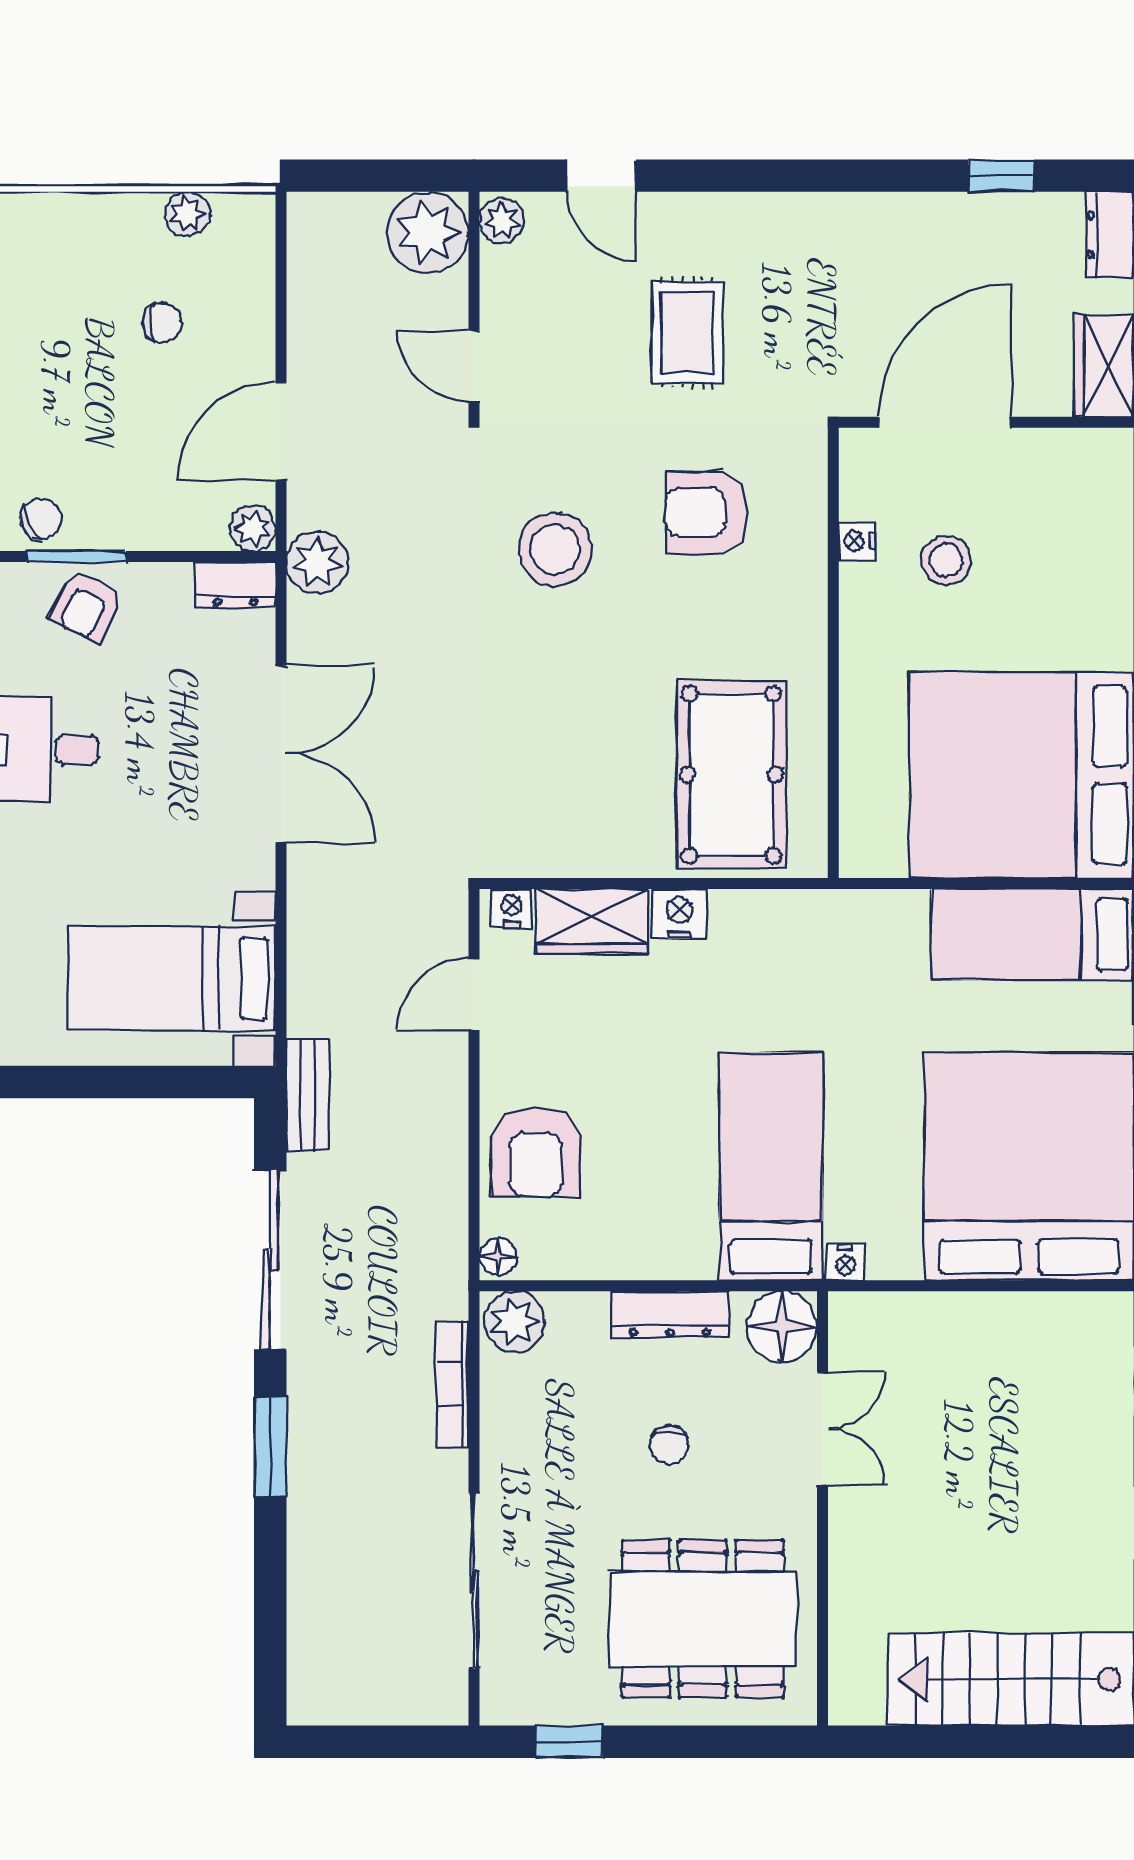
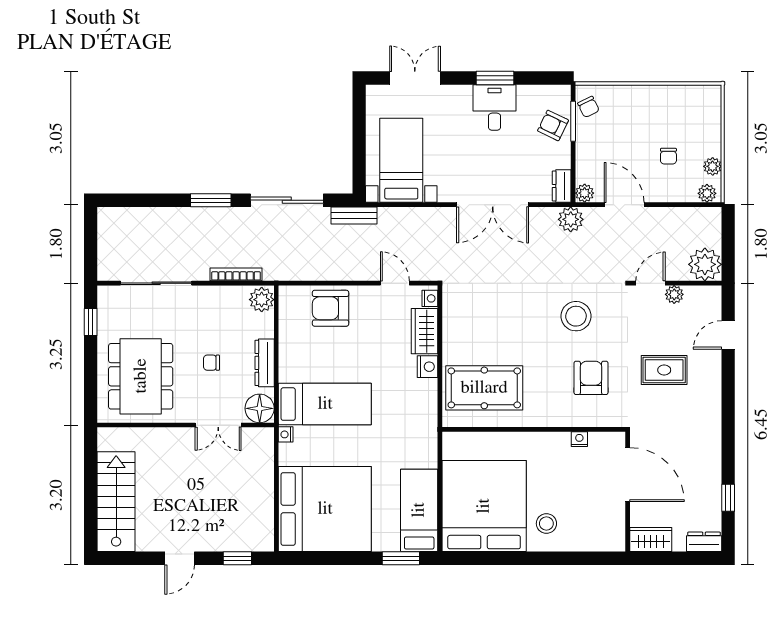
plant: (502, 221) -> (674, 294), moved
plant: (253, 227) -> (707, 193), added
stool: (946, 560) -> (546, 524), moved
floor lamp: (498, 1257) -> (288, 293), removed

